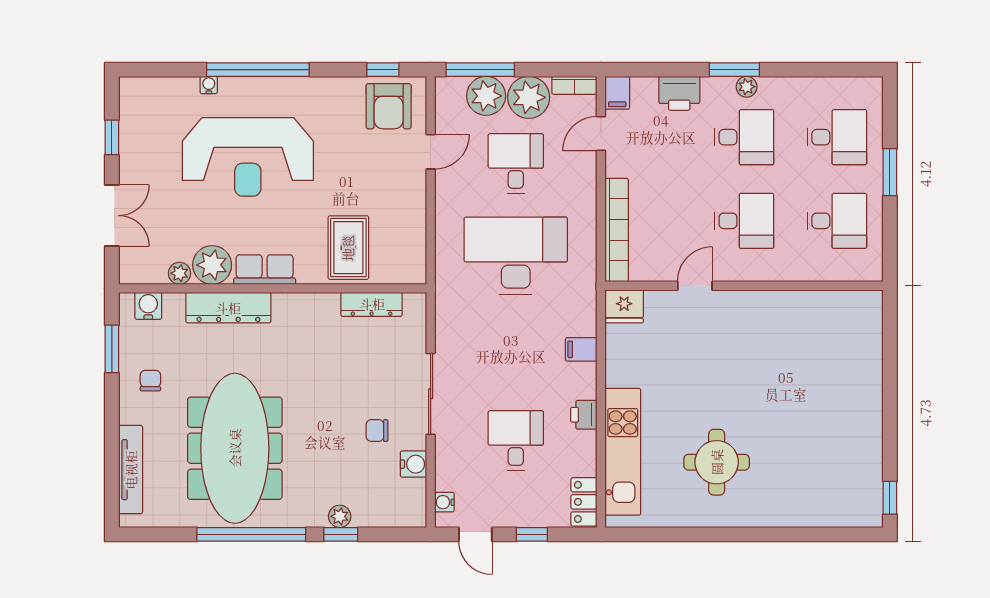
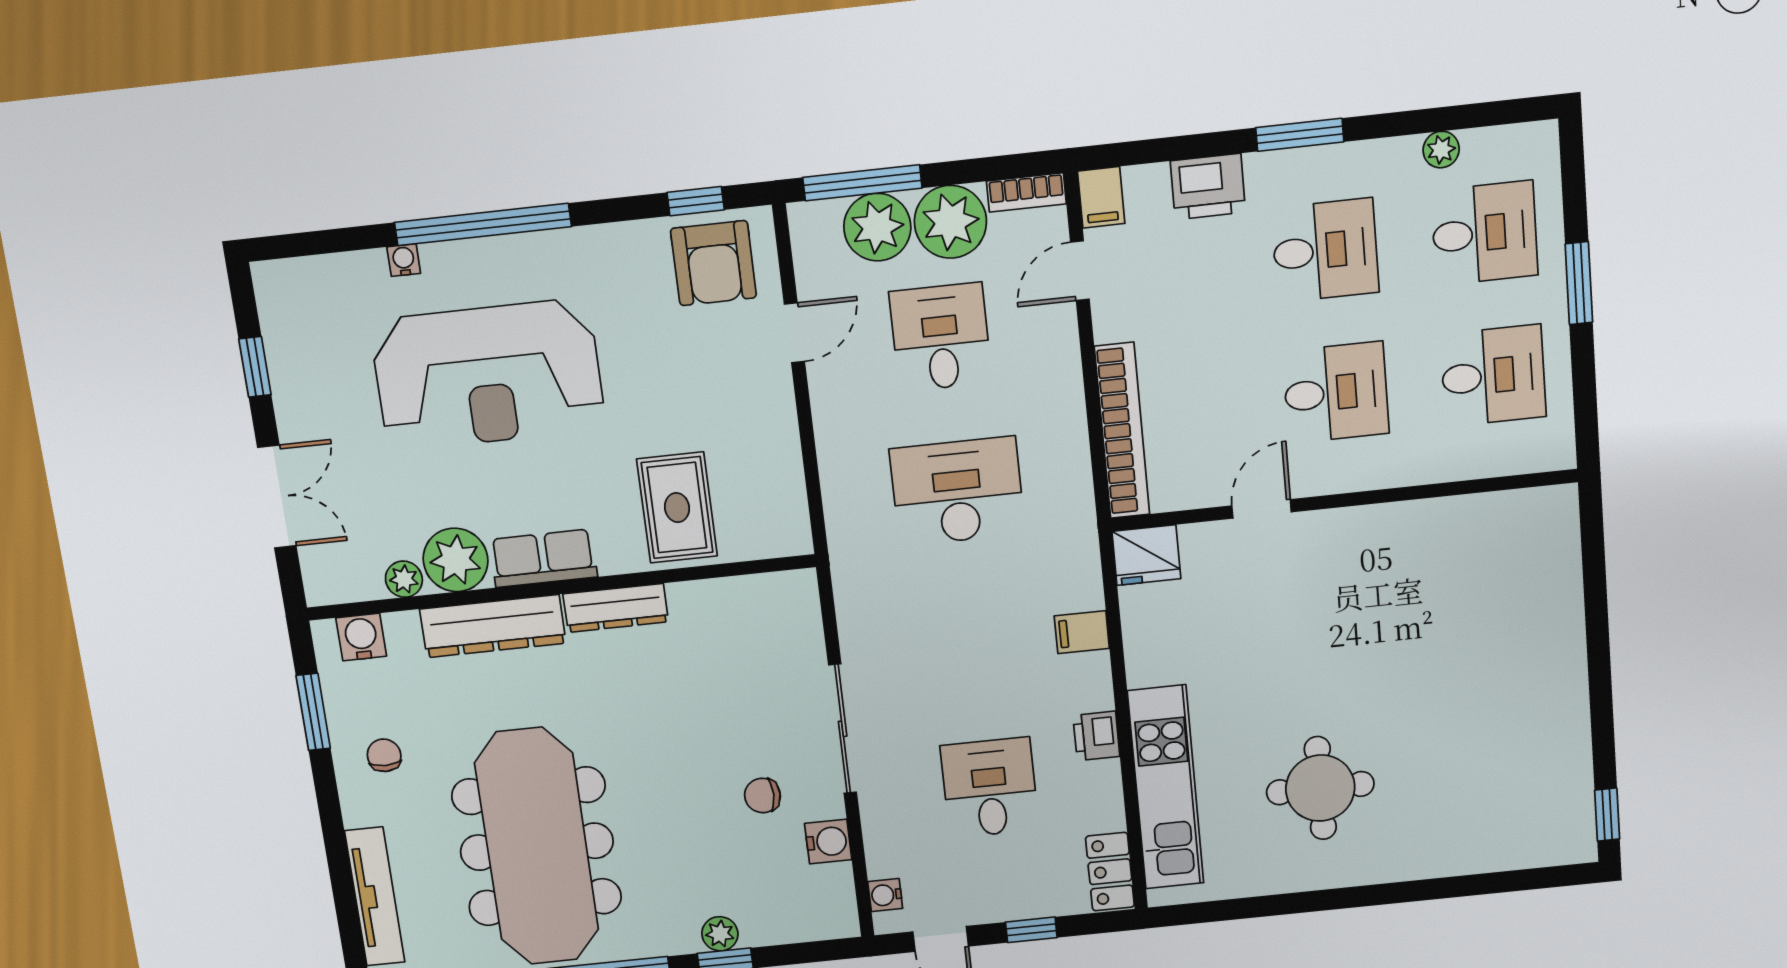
plant: (747, 87) -> (1441, 150), moved
desk: (516, 256) -> (957, 491), width x0.73, depth x0.77
dresser: (372, 304) -> (616, 608), moved

